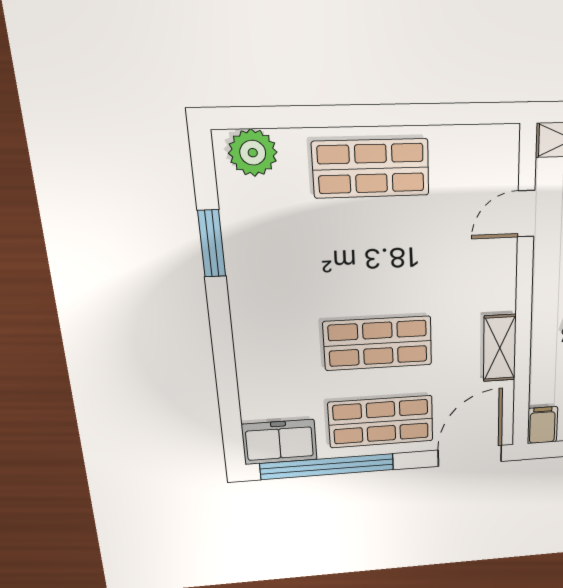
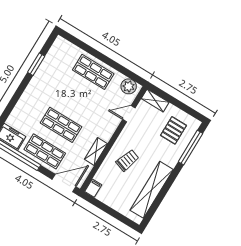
plant: (253, 153) -> (129, 86), moved

